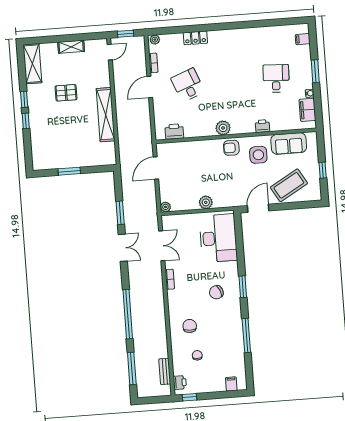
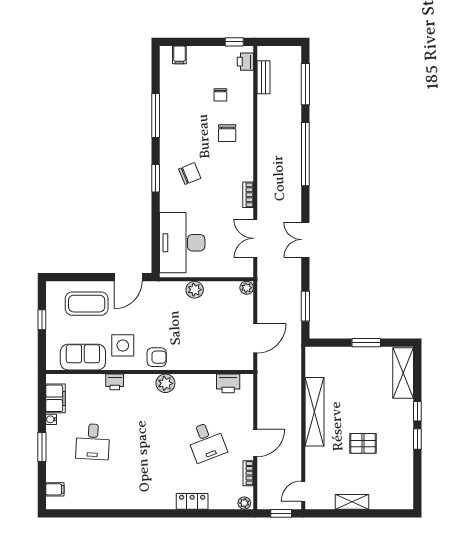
shelving: (32, 64) -> (403, 373), moved
coffee table: (289, 185) -> (87, 304), turned 30
window: (120, 213) -> (305, 306), moved

